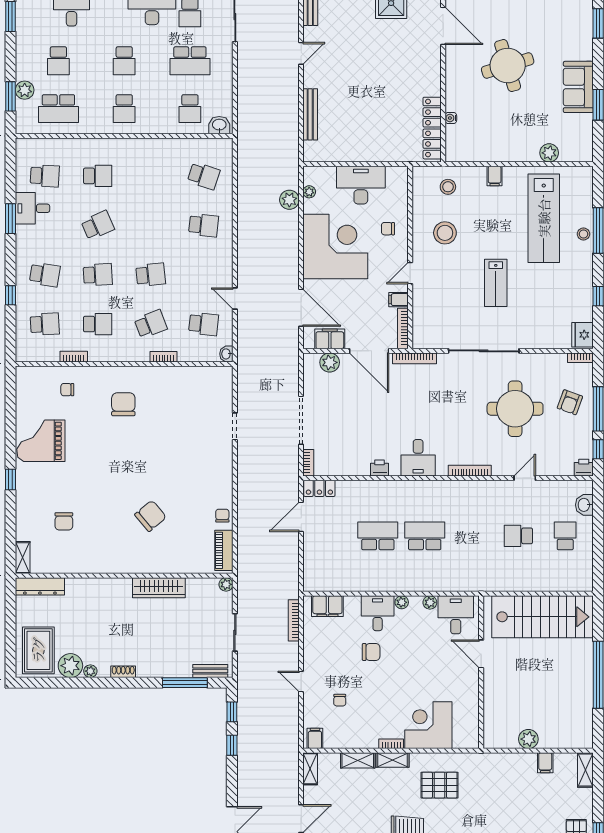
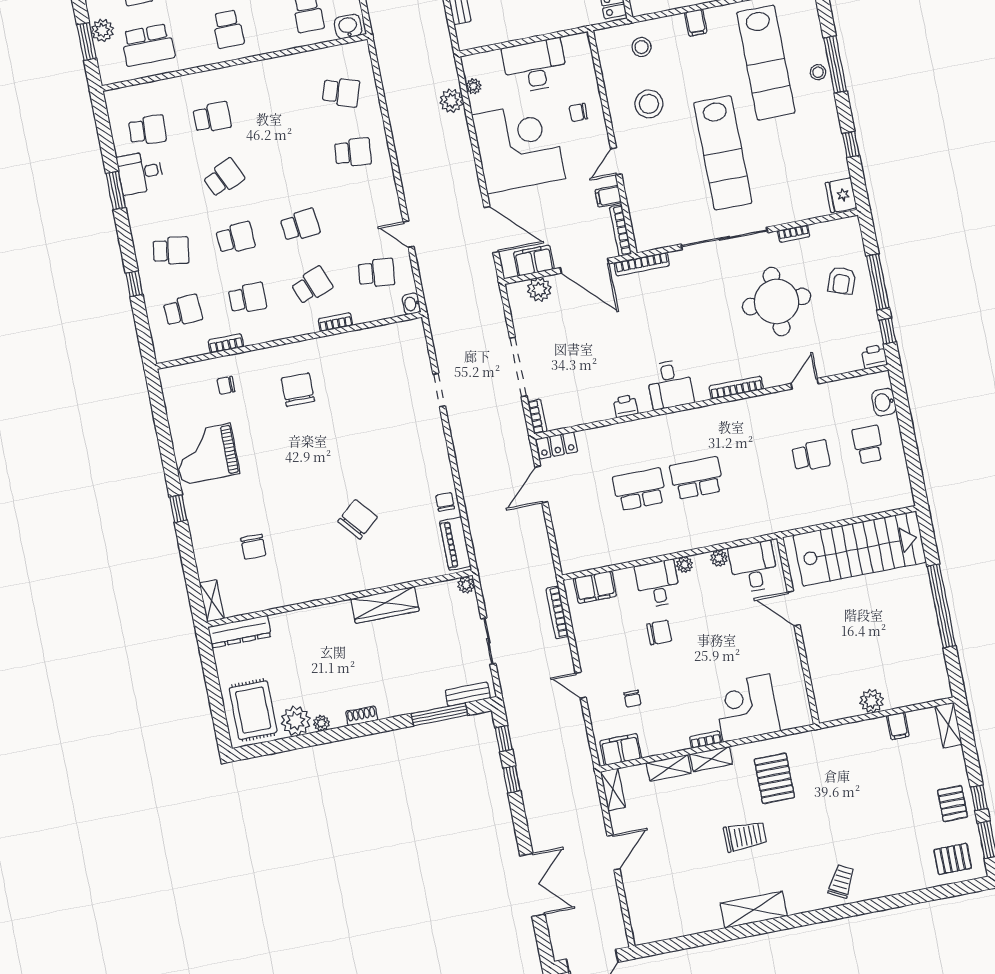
lab bench: (496, 283) -> (723, 153), width x1.86, depth x1.39
bookcase: (580, 358) -> (794, 234), moved
school desk: (518, 536) -> (811, 456), turned 180
filing cabinet: (315, 738) -> (621, 750), width x2.00
pallet: (440, 785) -> (774, 778), turned 90

